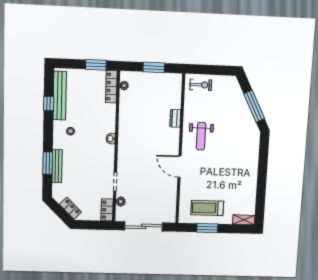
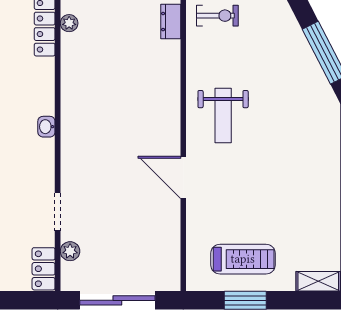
dresser: (175, 118) -> (171, 22), moved
treadmill: (207, 208) -> (243, 259), turned 180

